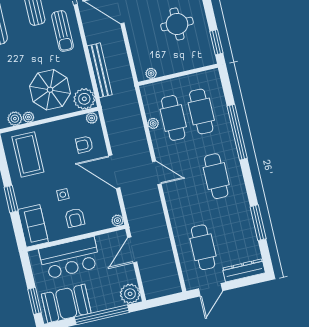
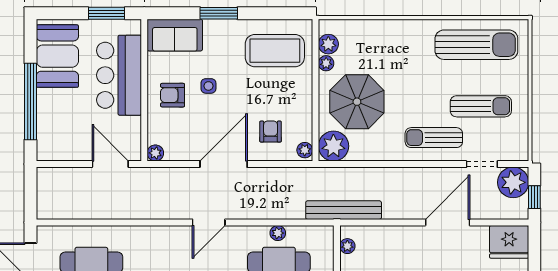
bench: (100, 70) -> (344, 210), moved
plant: (130, 294) -> (50, 147), removed
window: (35, 301) -> (107, 13), moved

